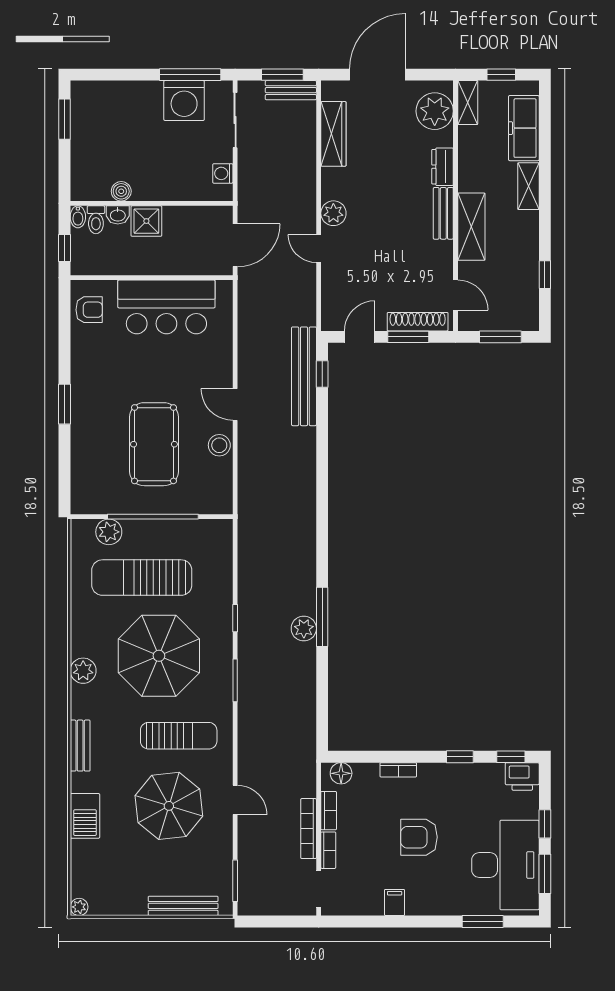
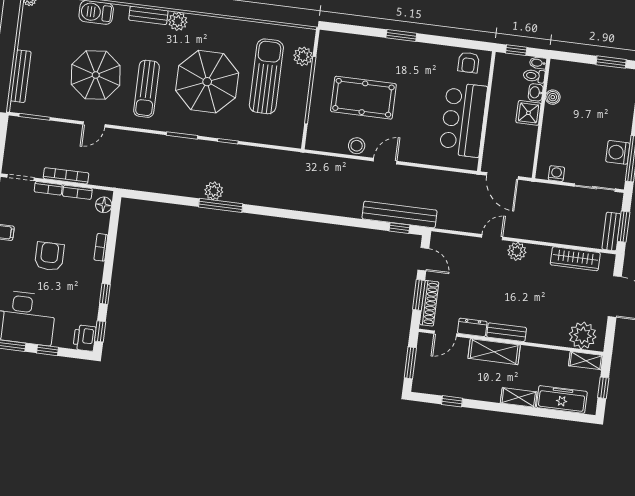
washing machine: (184, 101) -> (618, 152), width x0.73, depth x0.73
dresser: (443, 167) -> (472, 327), moved
plant: (83, 671) -> (178, 21), moved

